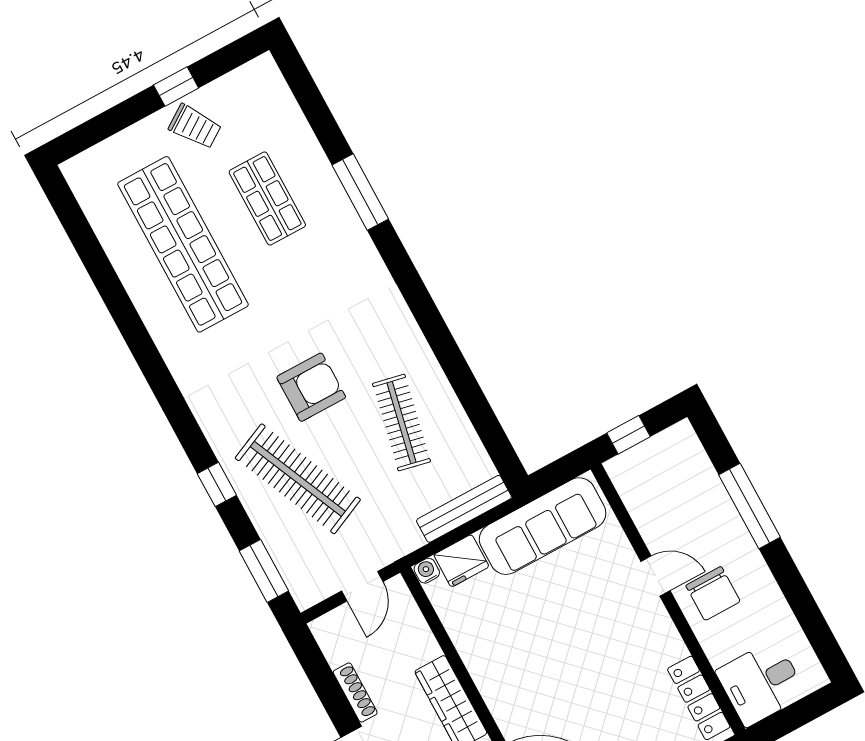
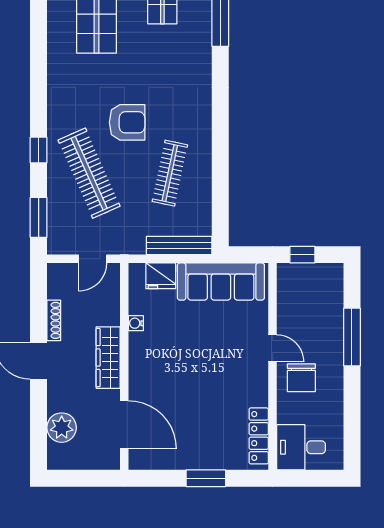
water cooler: (427, 571) -> (136, 323), moved, turned -90

